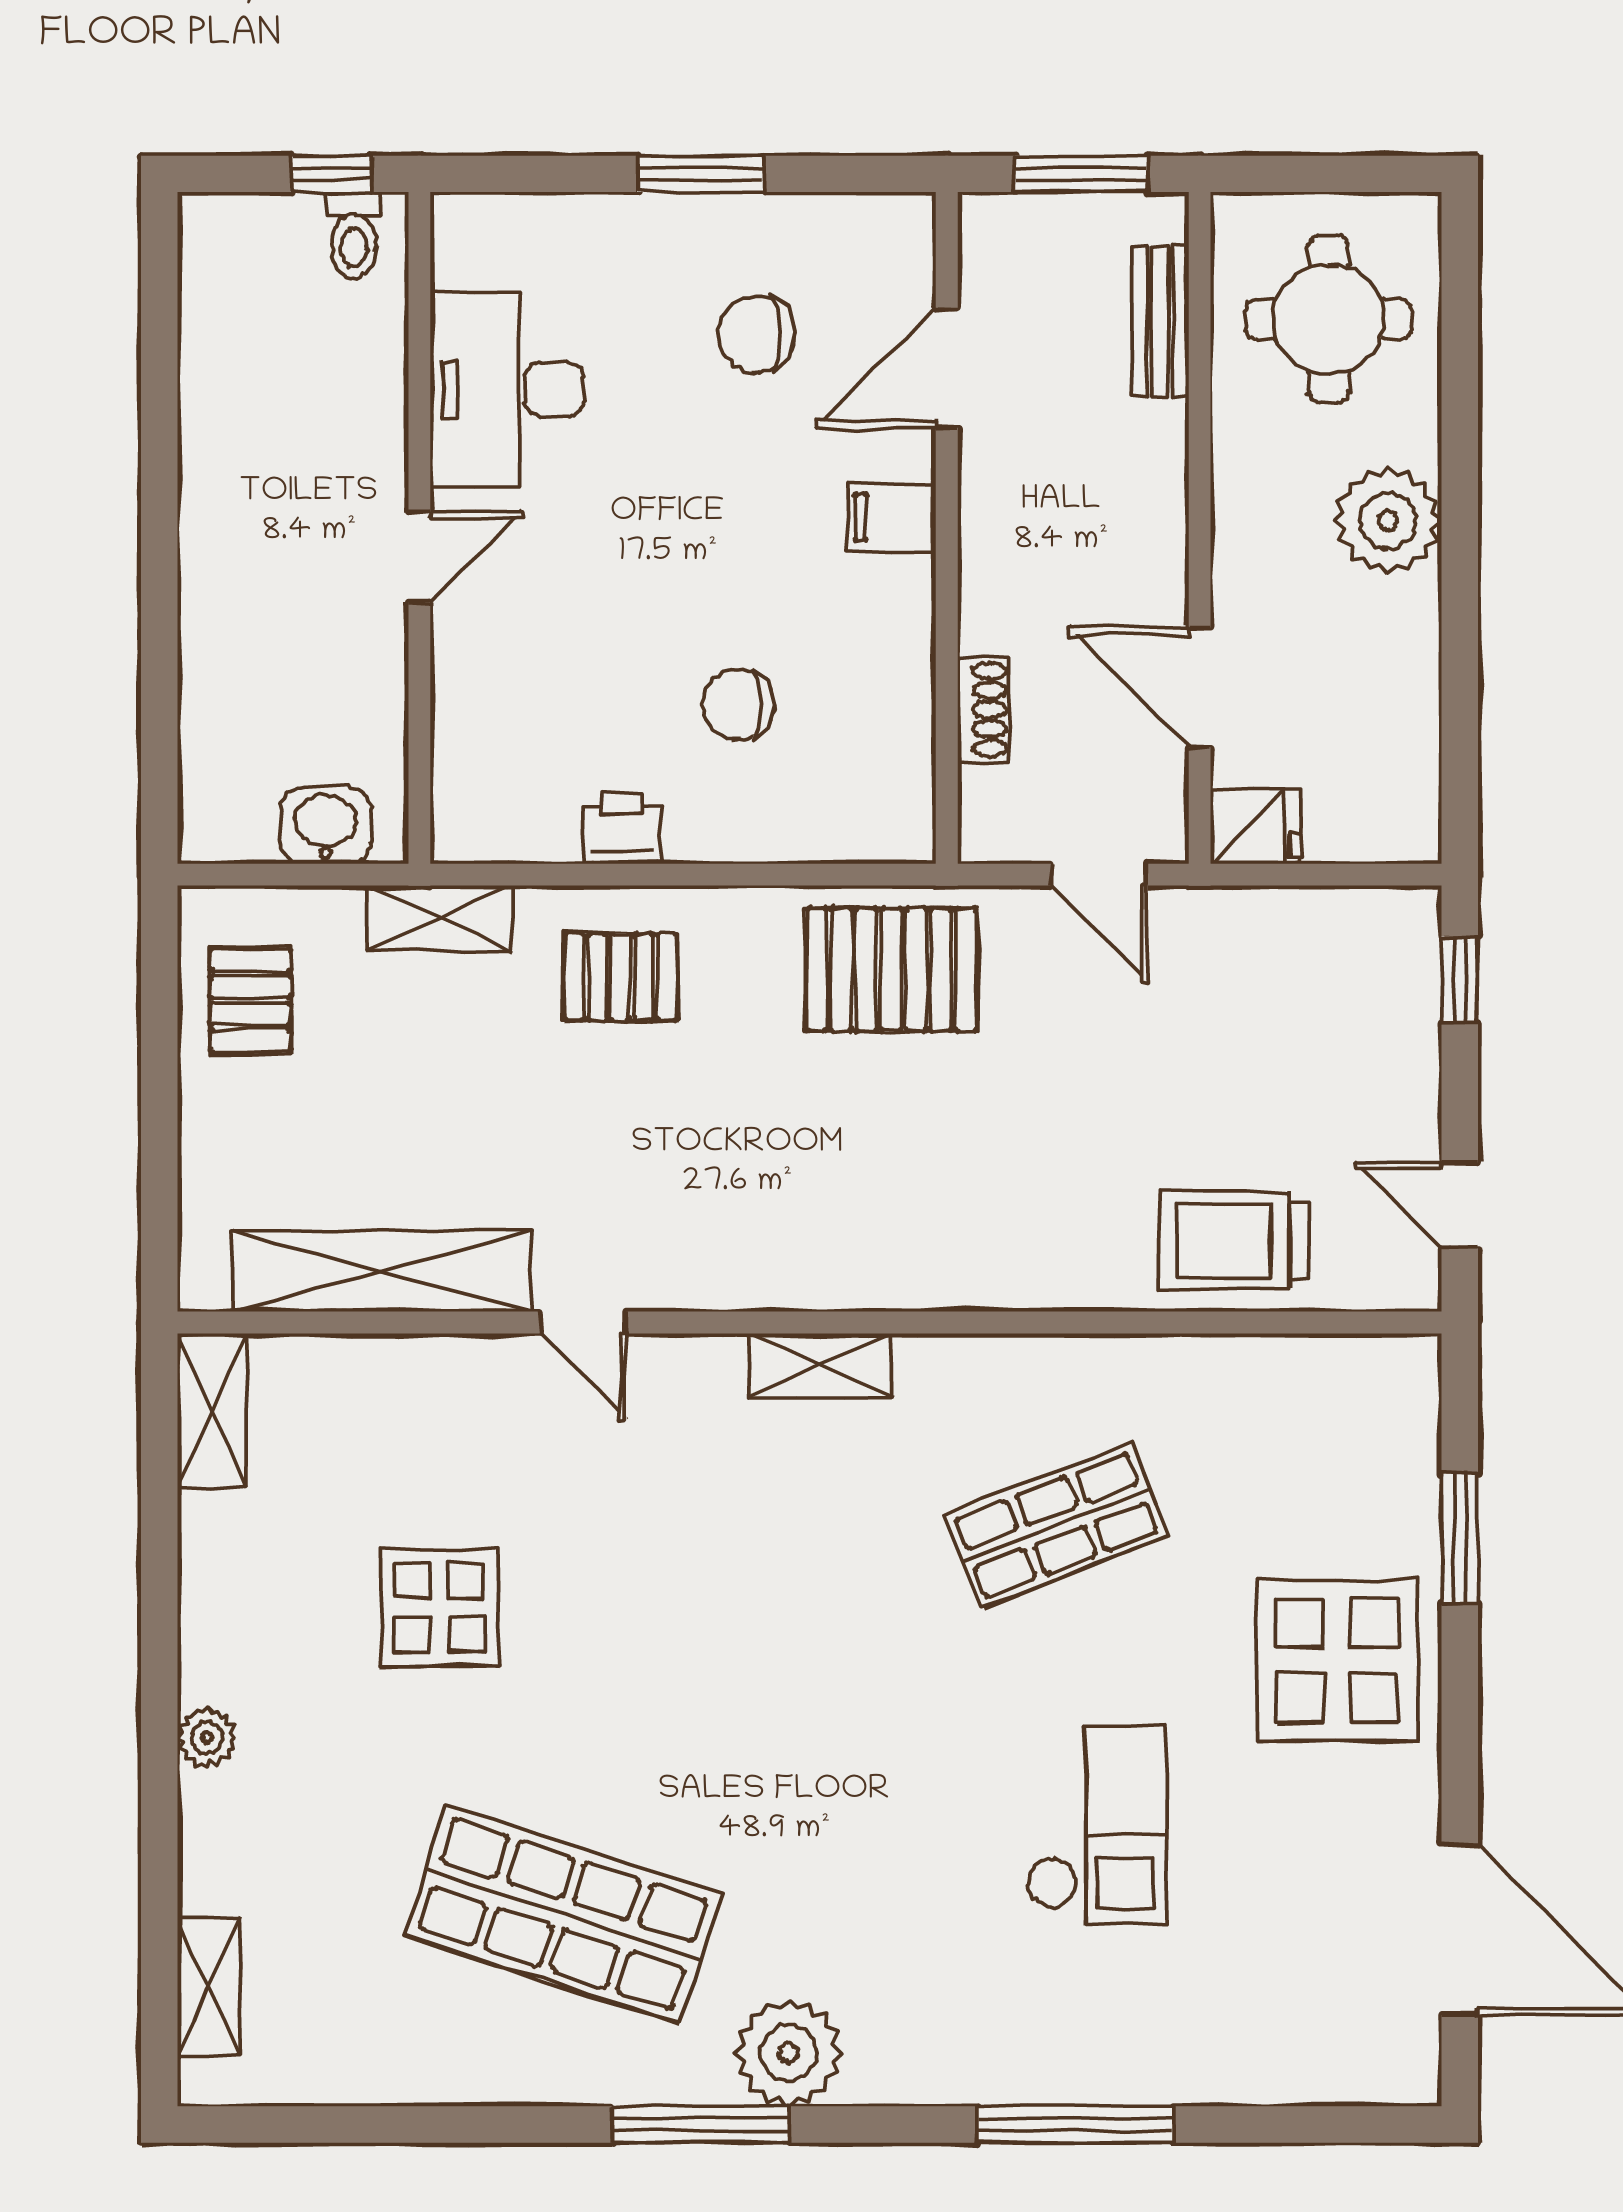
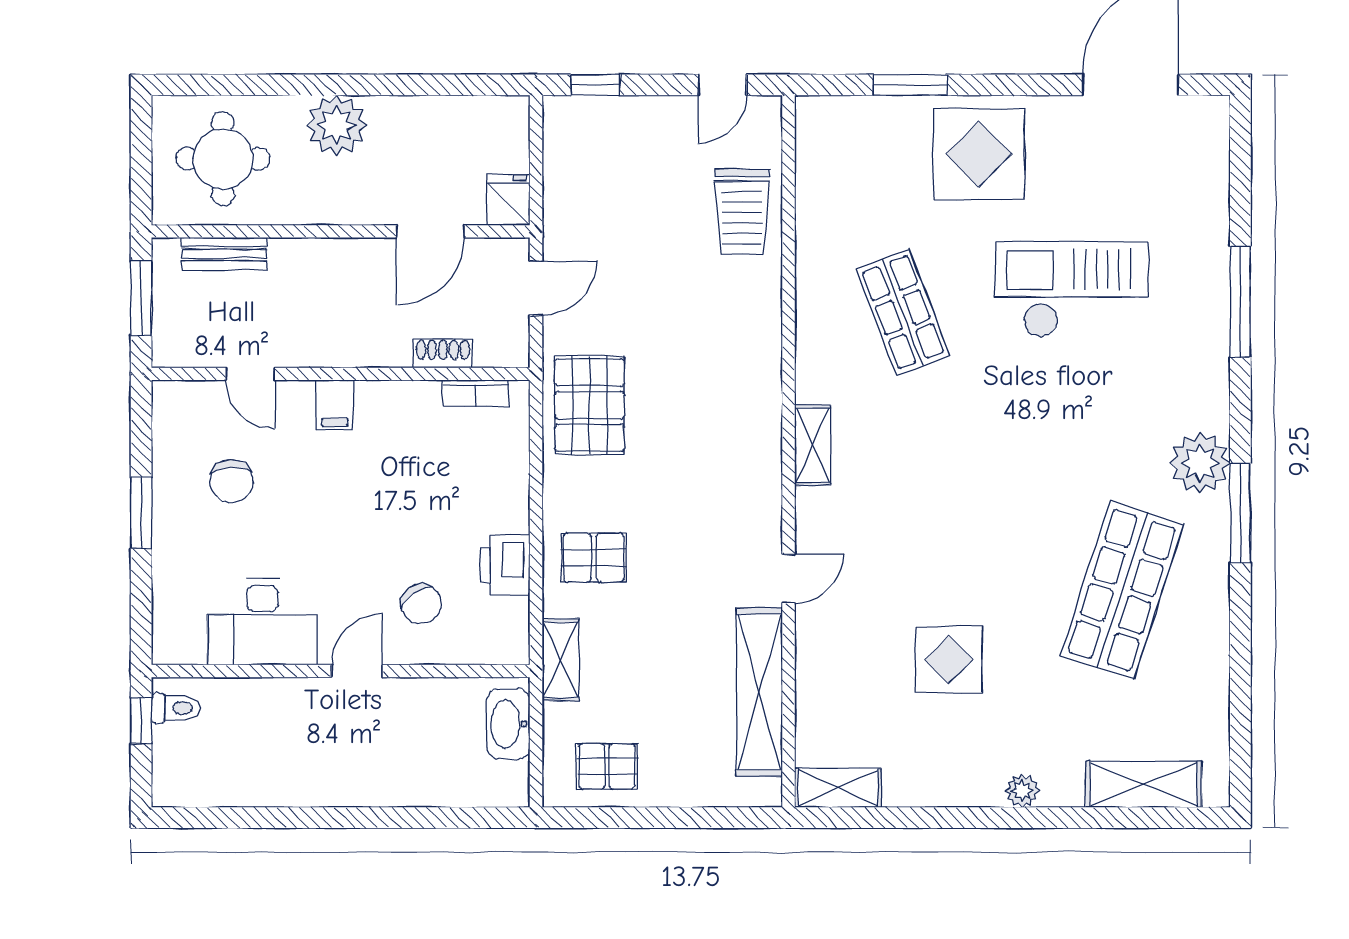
door: (947, 368) -> (250, 374), width x0.73
door: (419, 557) -> (357, 671), hinge flipped
chair: (738, 704) -> (421, 604), moved, turned -36
bookcase: (913, 767) -> (475, 393), added
washbasin: (325, 825) -> (508, 724), width x1.38
printer: (622, 828) -> (505, 565), width x1.36, depth x1.24
pallet: (621, 977) -> (594, 558), turned 90
checkout: (1097, 1825) -> (1072, 289), width x1.36, depth x1.21
shelving: (208, 1987) -> (1144, 784), width x1.50, depth x1.33

